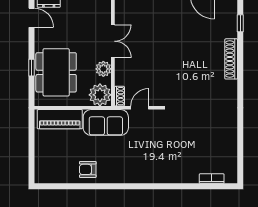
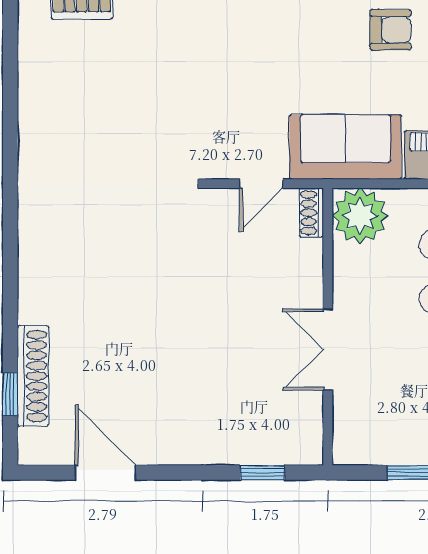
shoe rack: (231, 59) -> (33, 376), moved
plant: (103, 69) -> (352, 280), removed

